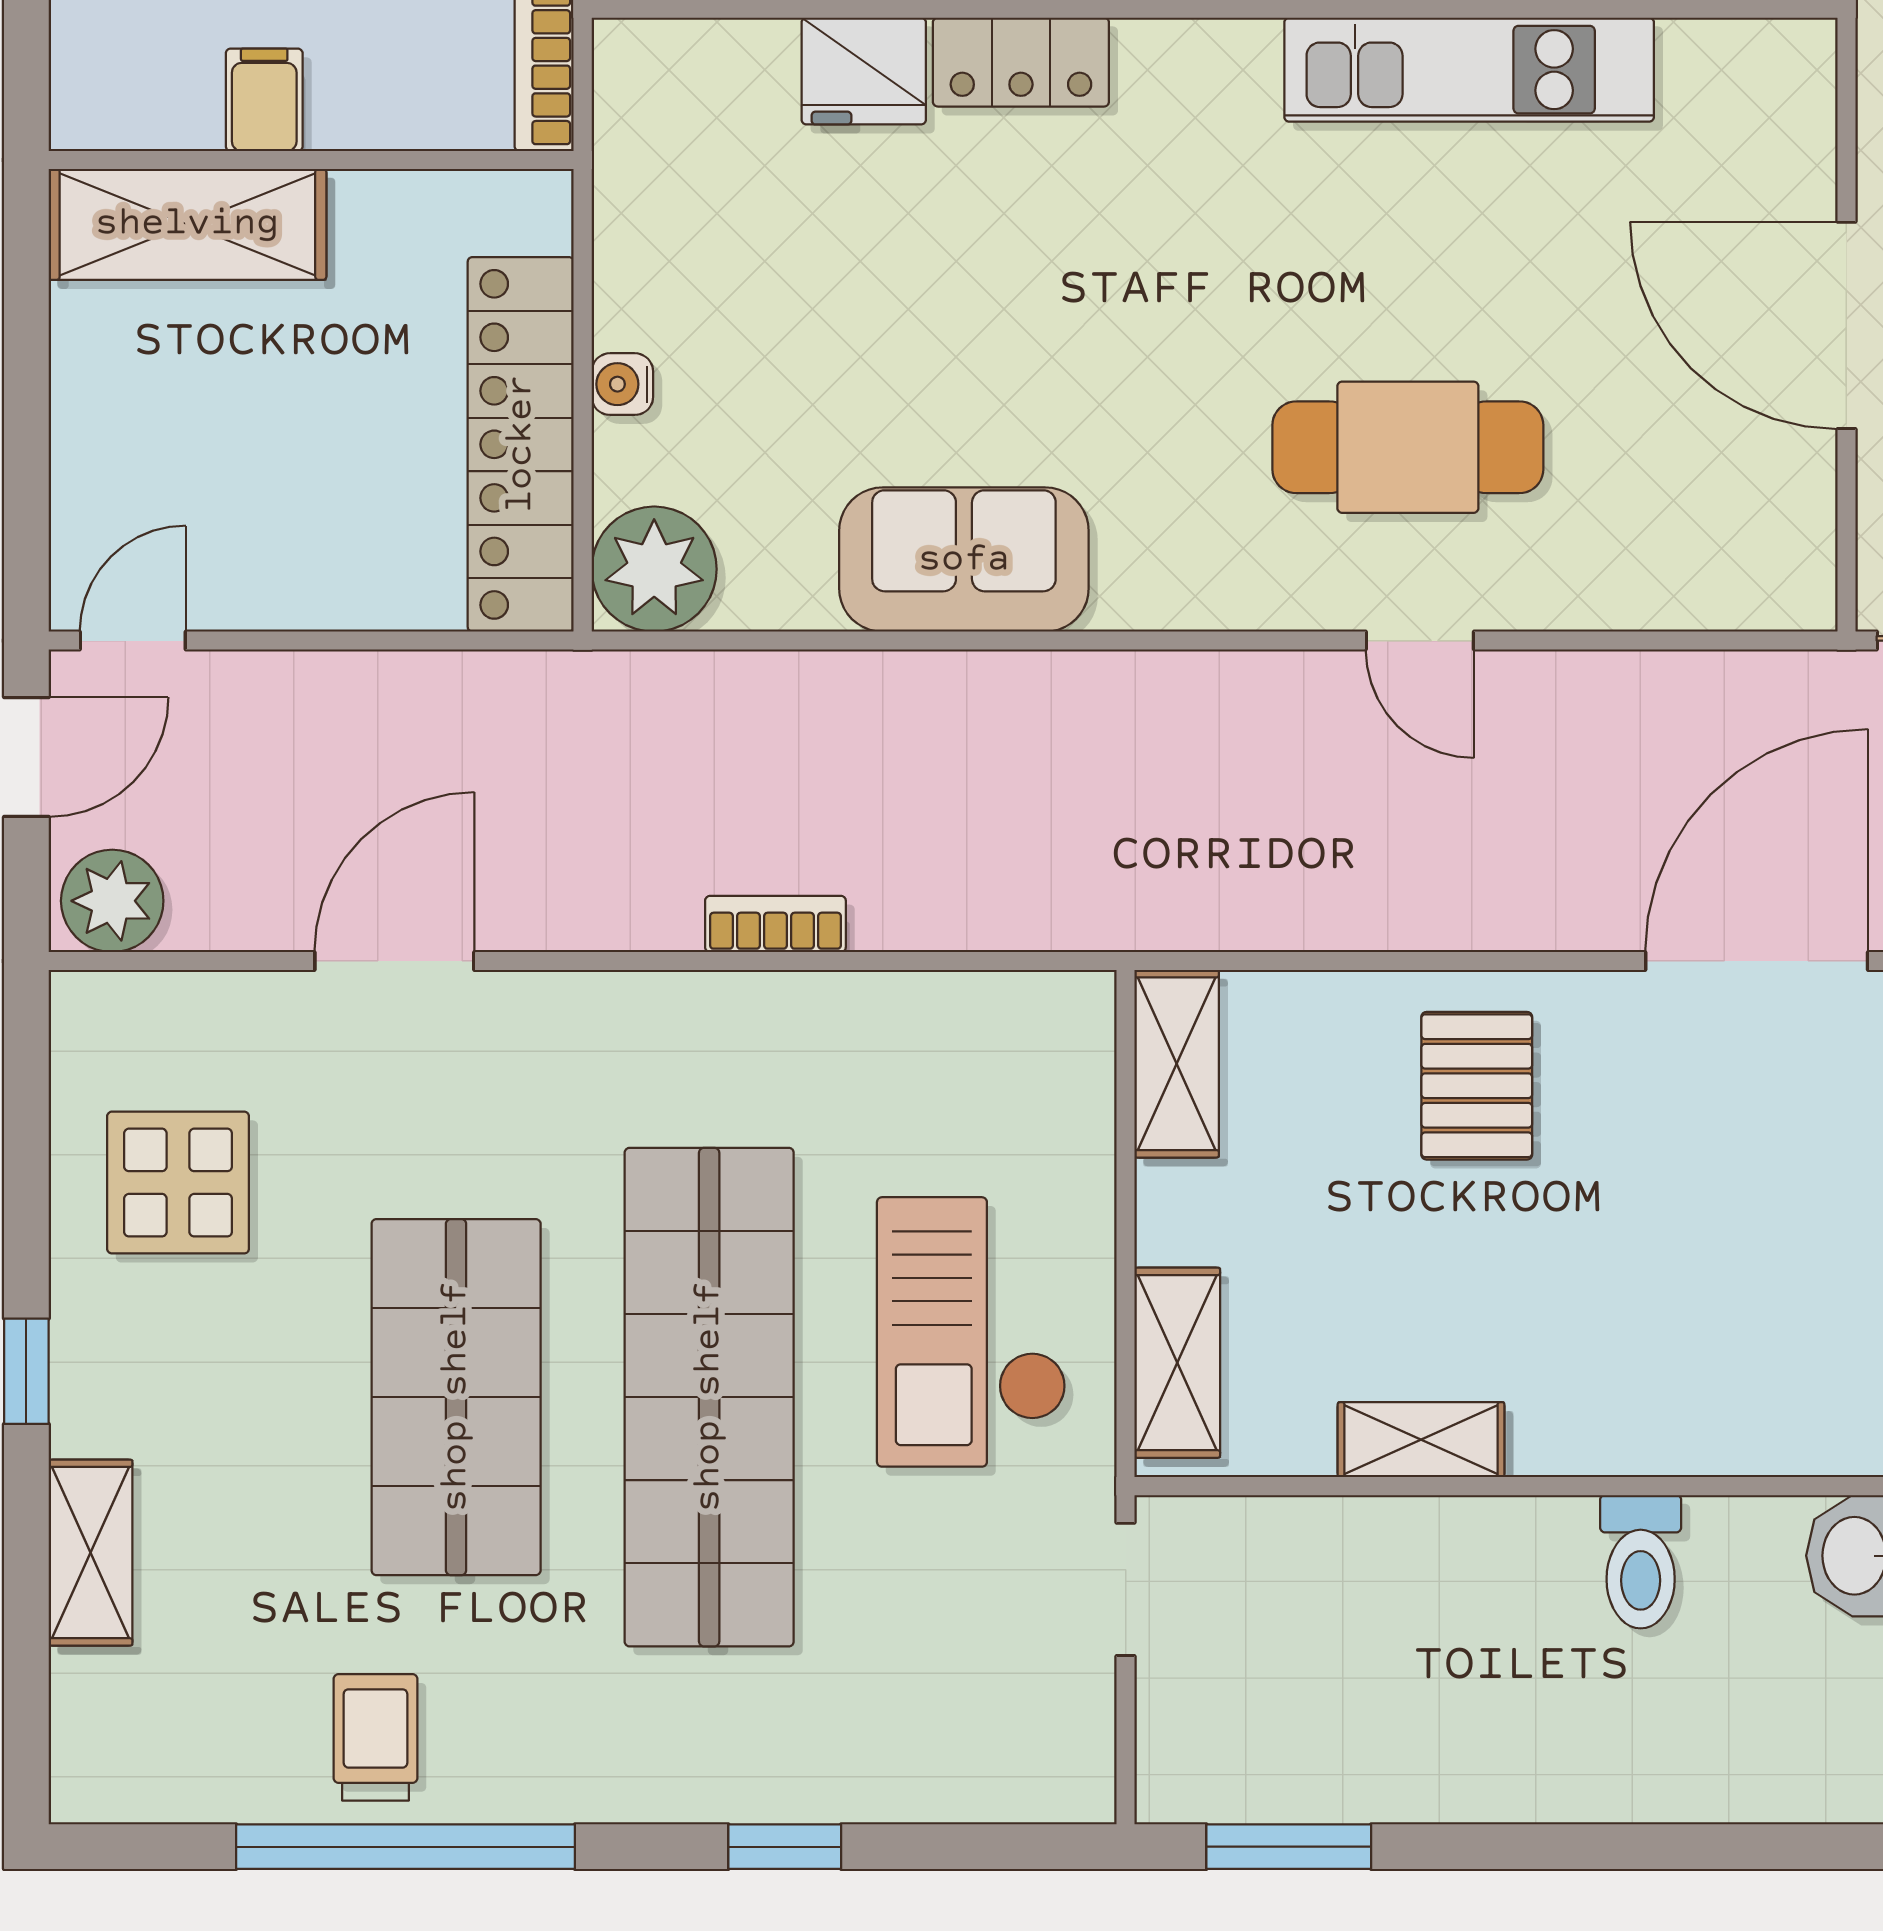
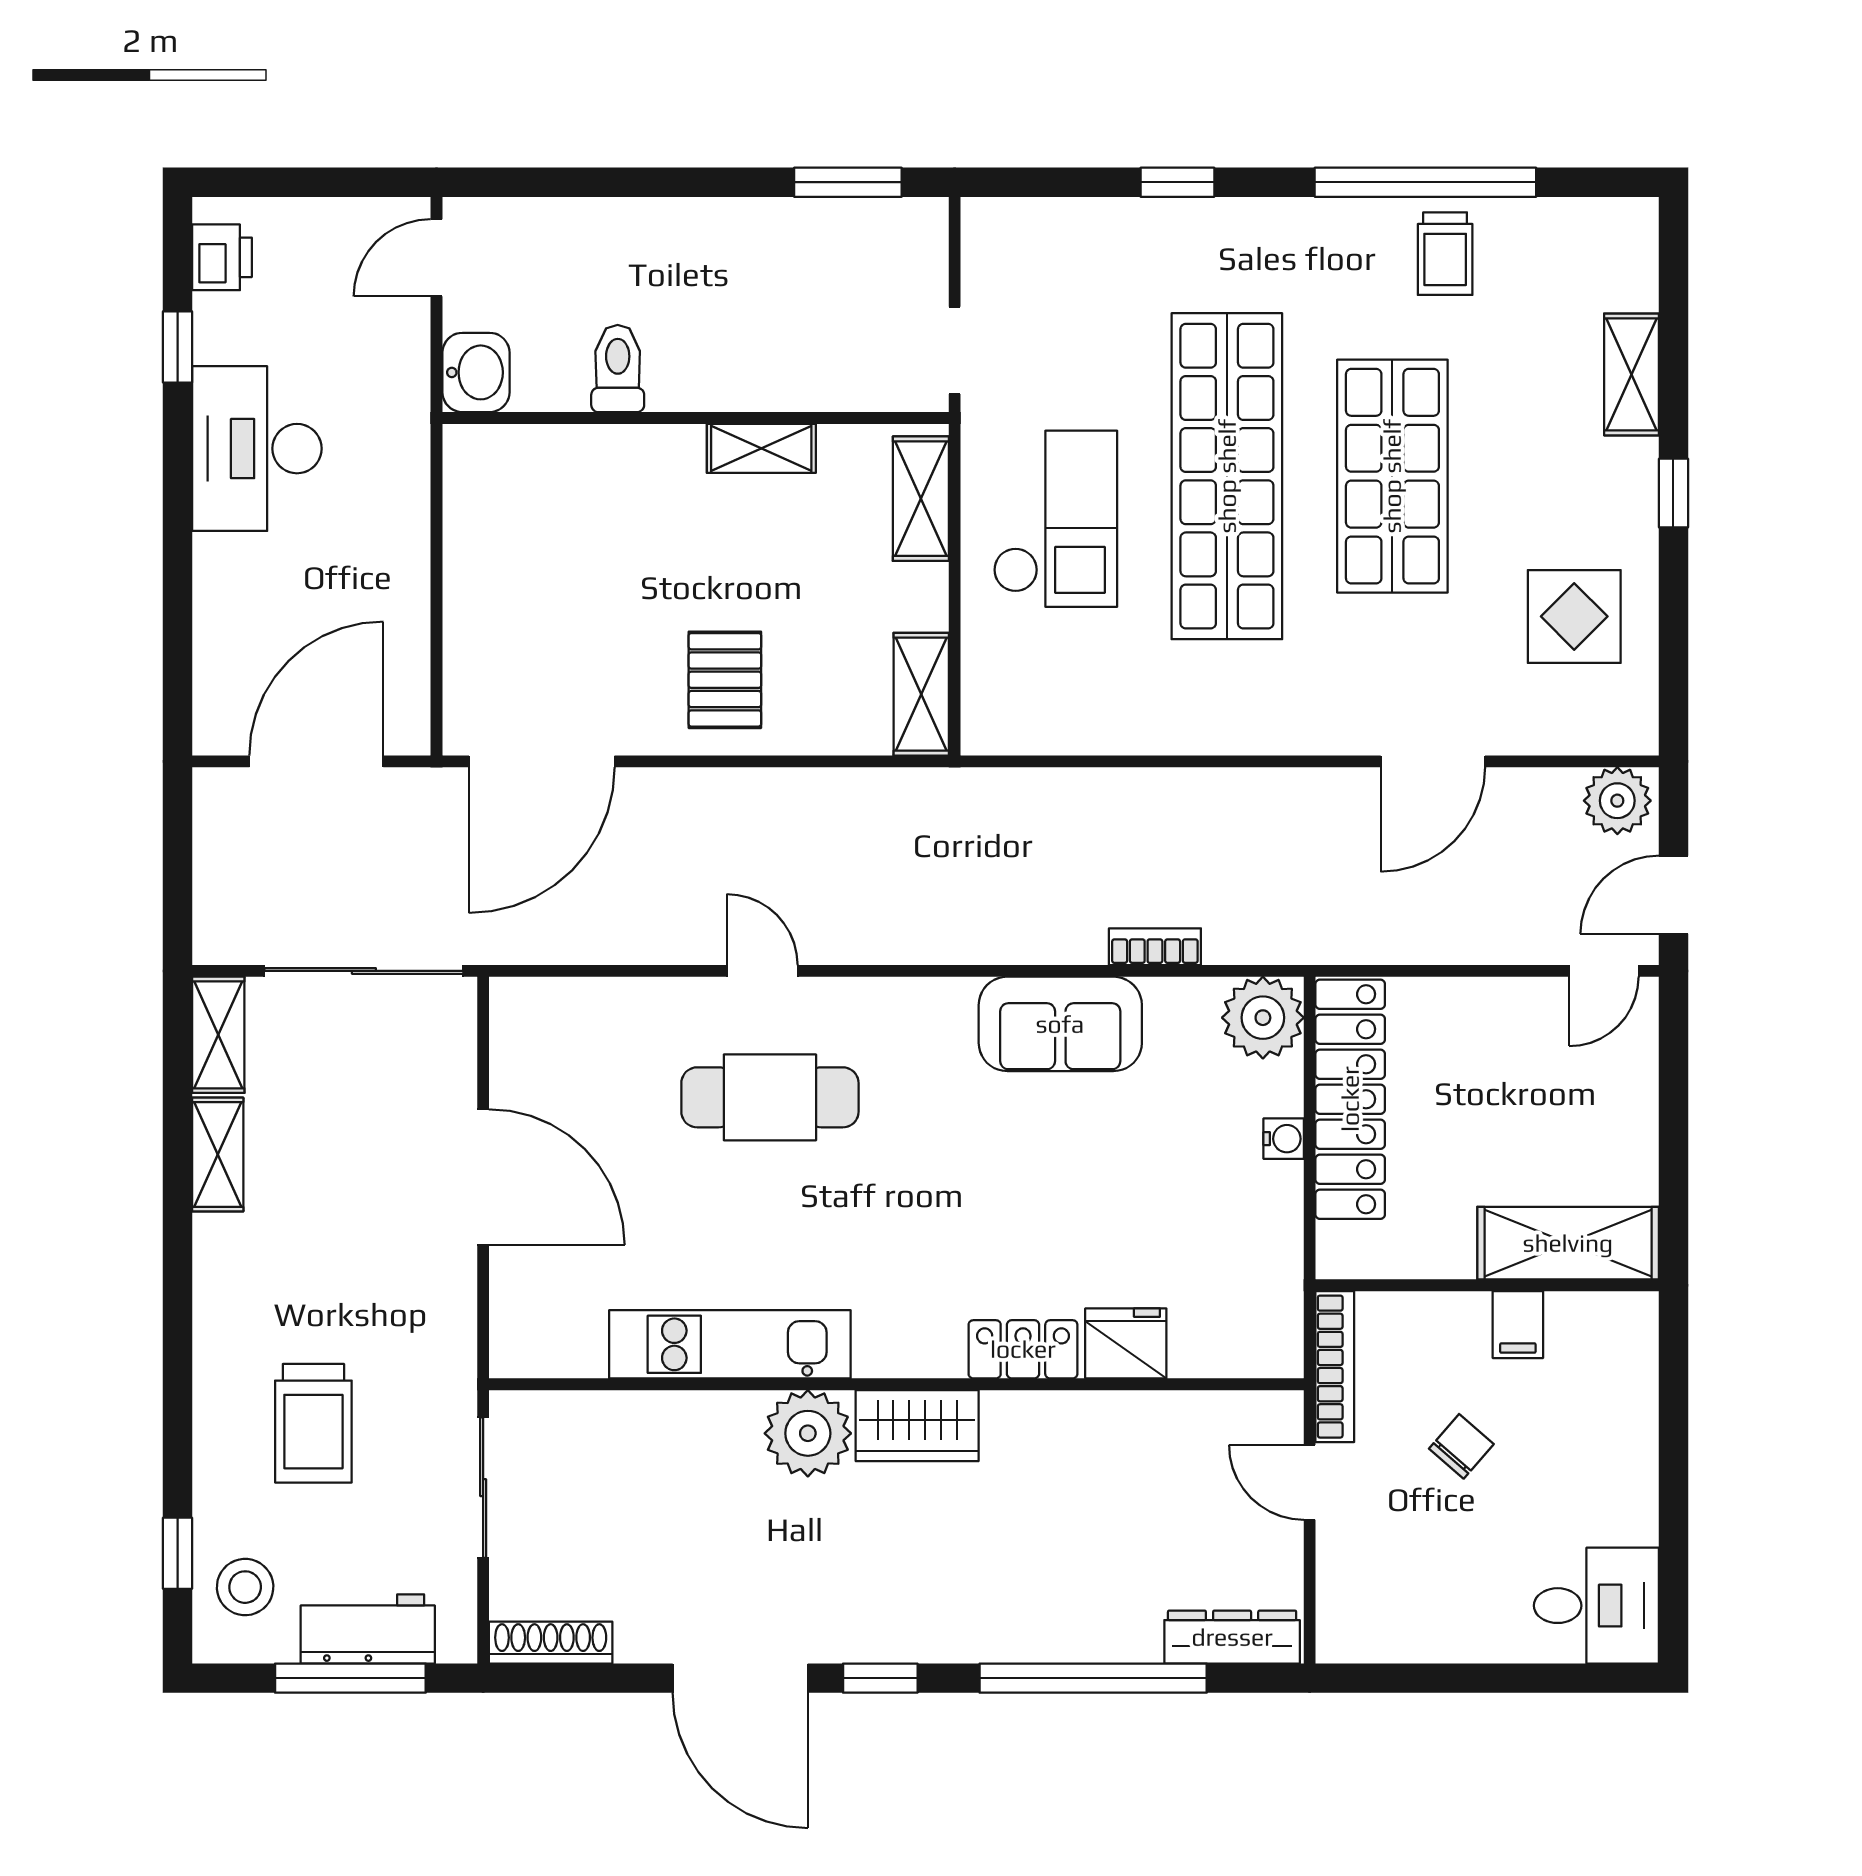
bookcase: (775, 924) -> (1155, 947), moved, turned 180

